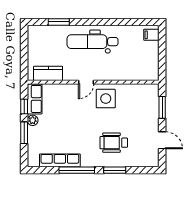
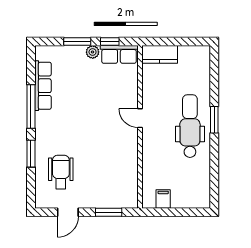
window: (59, 22) -> (214, 120), moved
filing cabinet: (151, 35) -> (163, 199), moved
kitchen counter: (48, 73) -> (160, 54), moved, turned 90
side table: (106, 99) -> (119, 143), removed
wheelchair: (114, 143) -> (61, 172), moved

